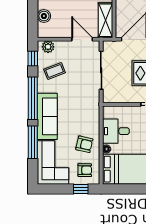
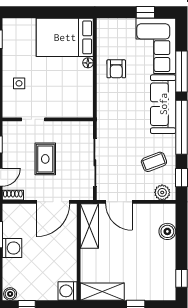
desk: (116, 131) -> (76, 86), removed
armchair: (84, 144) -> (116, 69), turned -103
armchair: (85, 170) -> (116, 36), removed
window: (81, 189) -> (145, 12), moved

